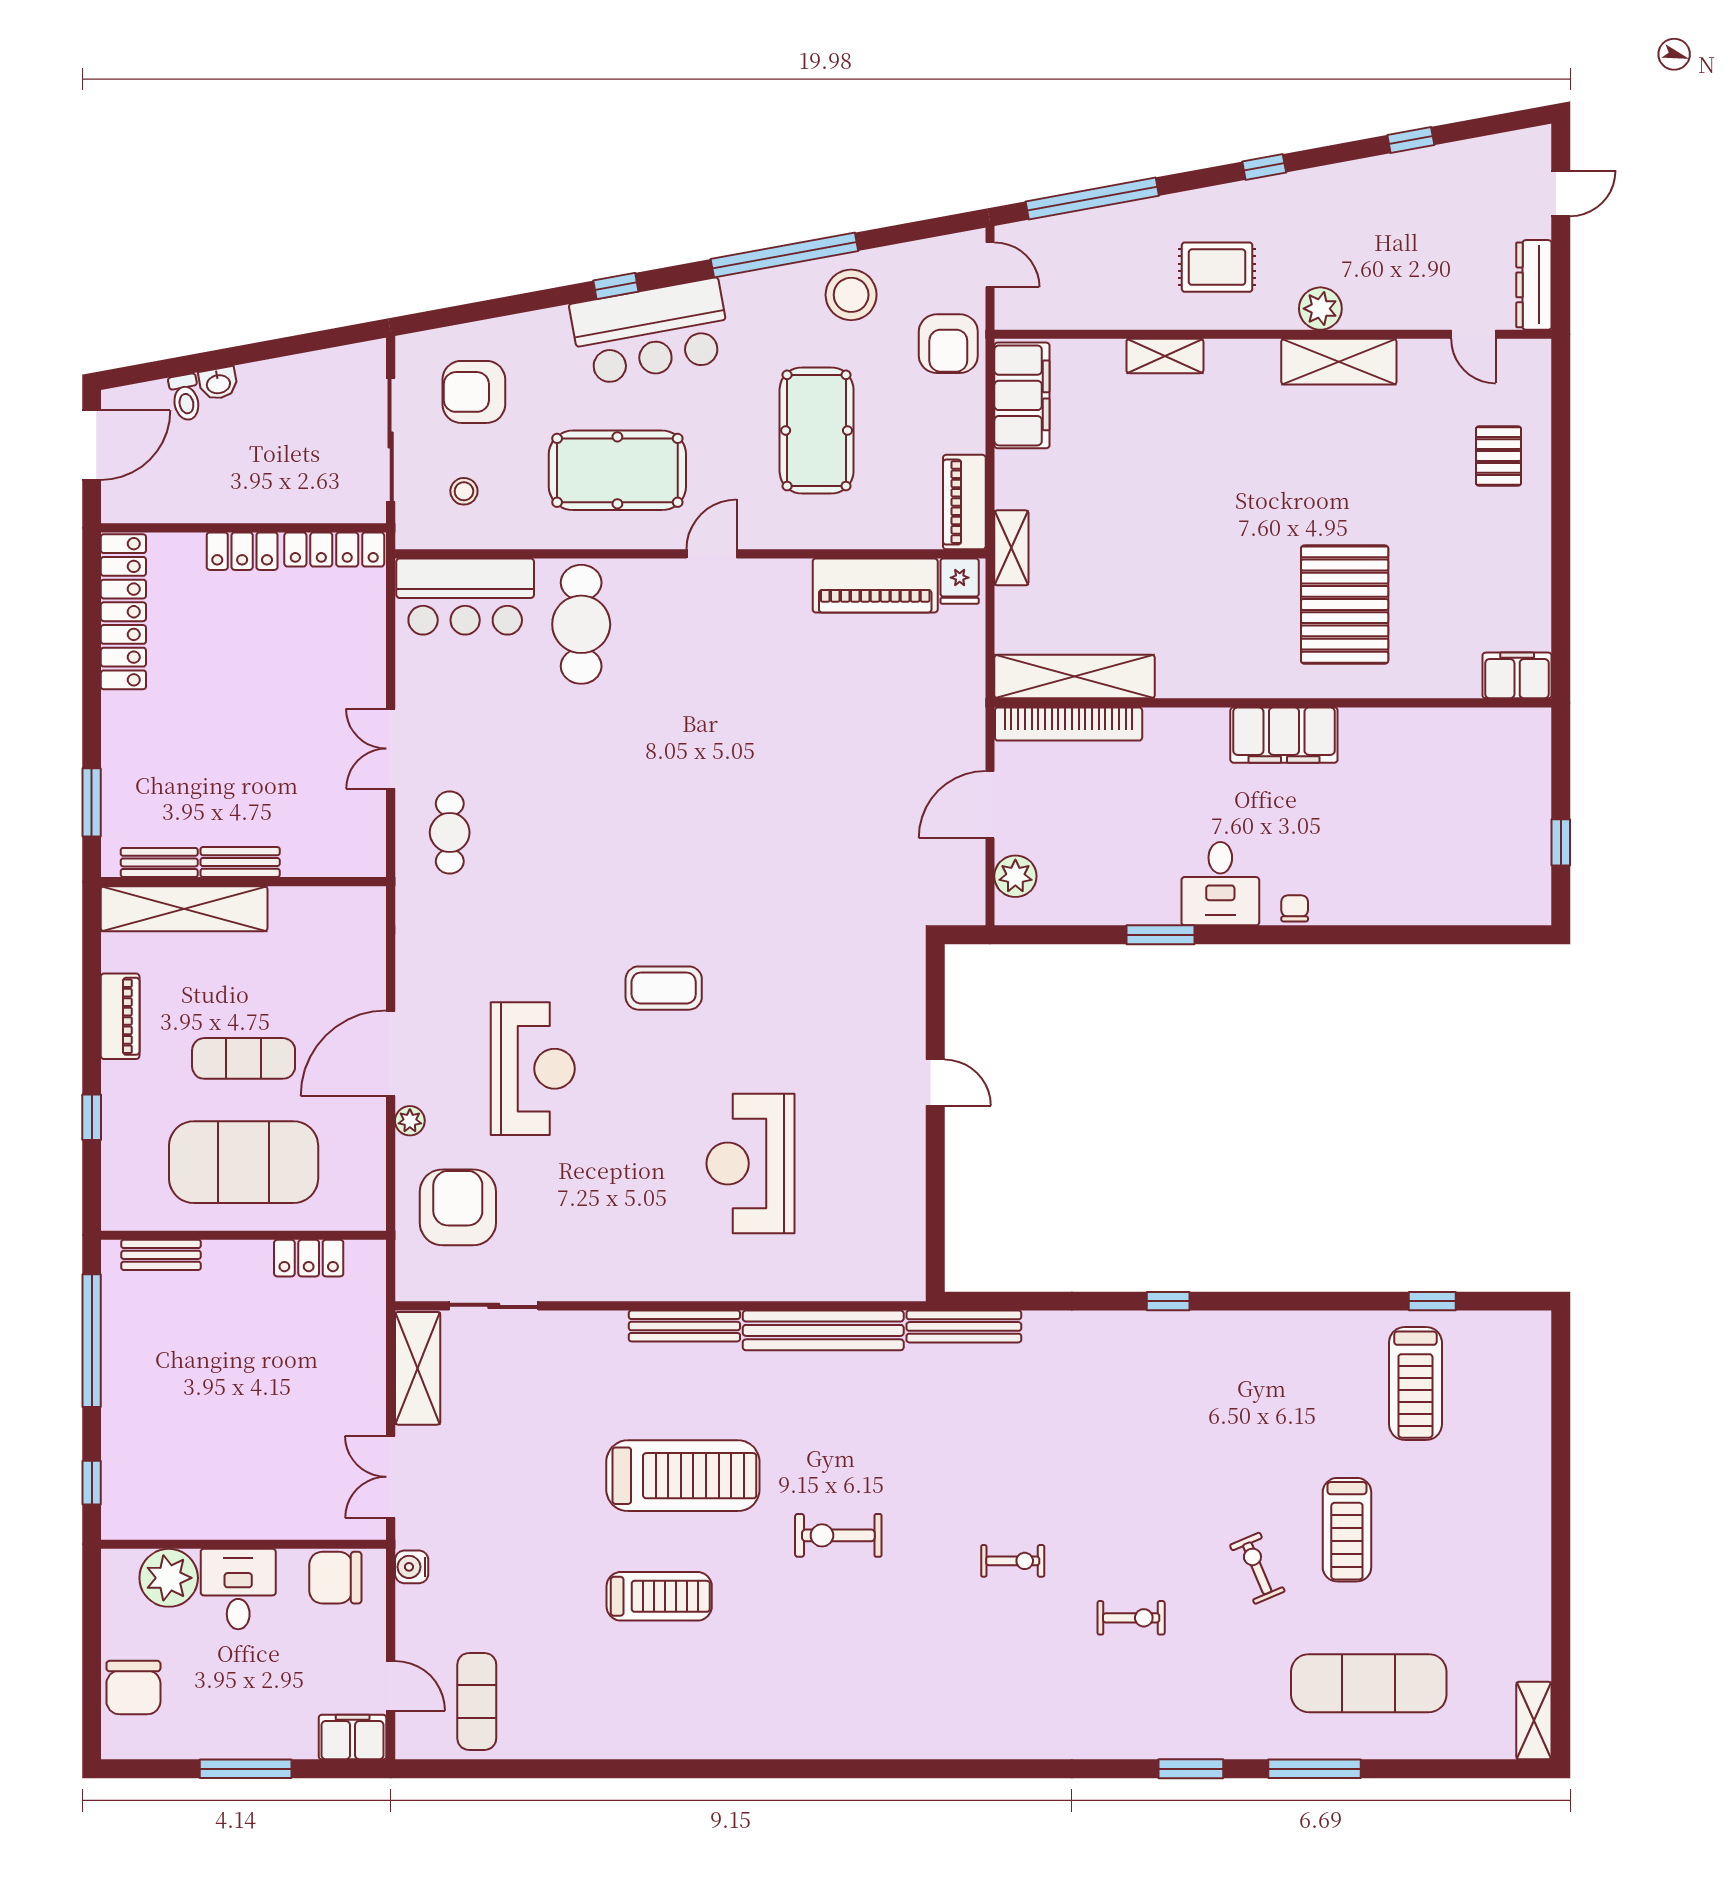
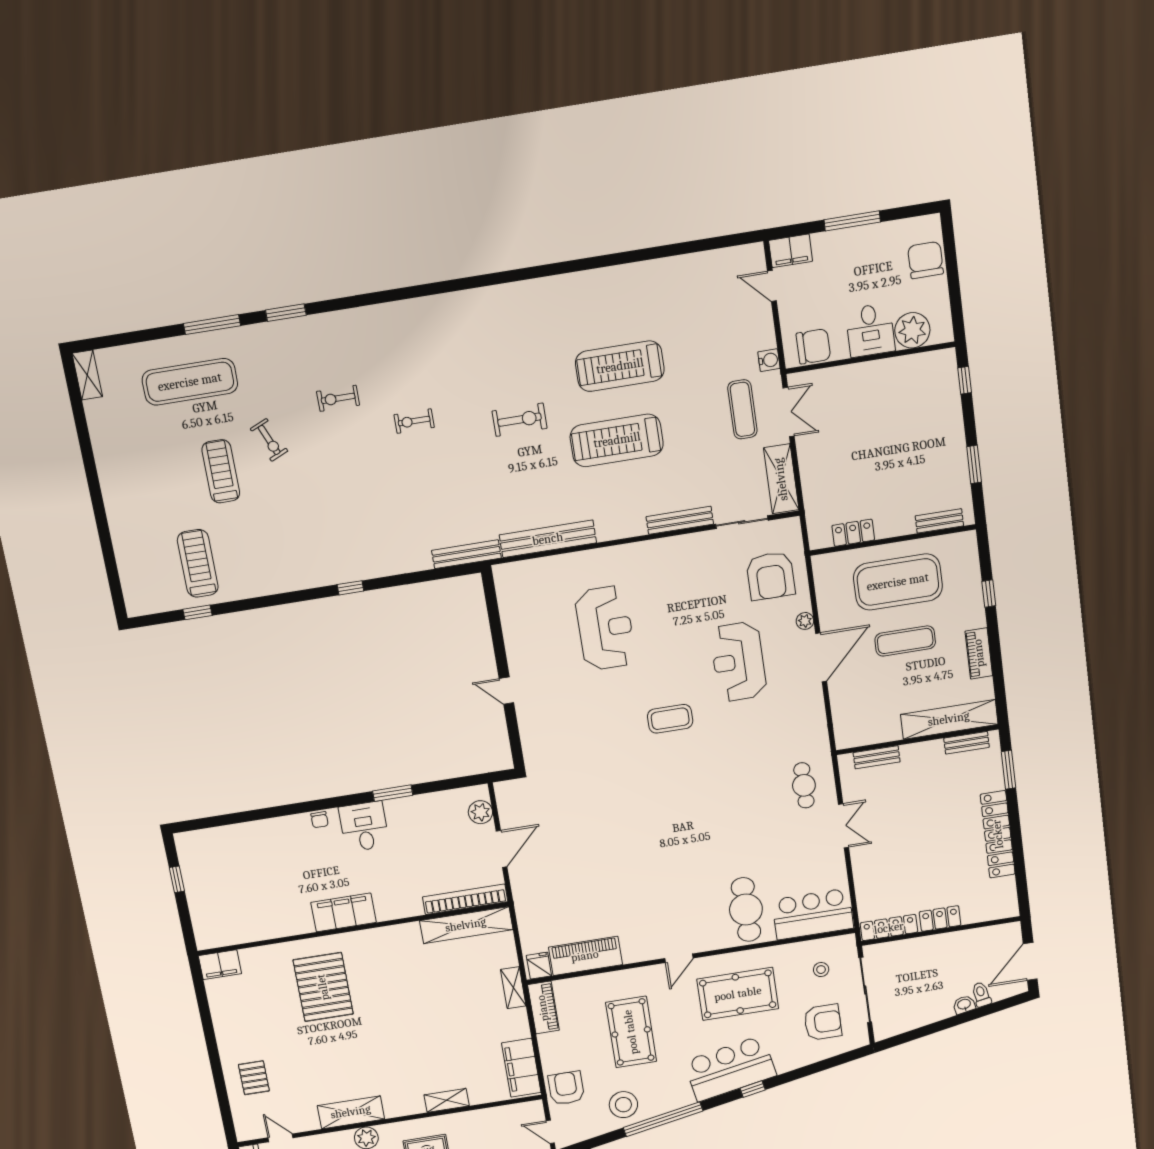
locker: (123, 612) -> (998, 834), moved
bench: (240, 862) -> (877, 757), moved
bench: (684, 1326) -> (680, 520), moved
window: (92, 1341) -> (974, 464), width x0.47
treadmill: (659, 1596) -> (620, 366), width x1.37, depth x1.38
exercise mat: (477, 1701) -> (742, 409), moved

